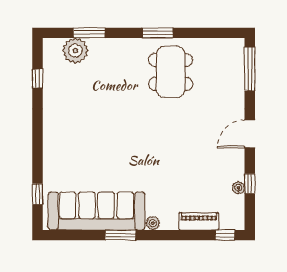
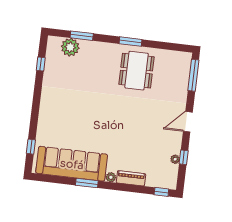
piano: (199, 221) -> (131, 178), moved

